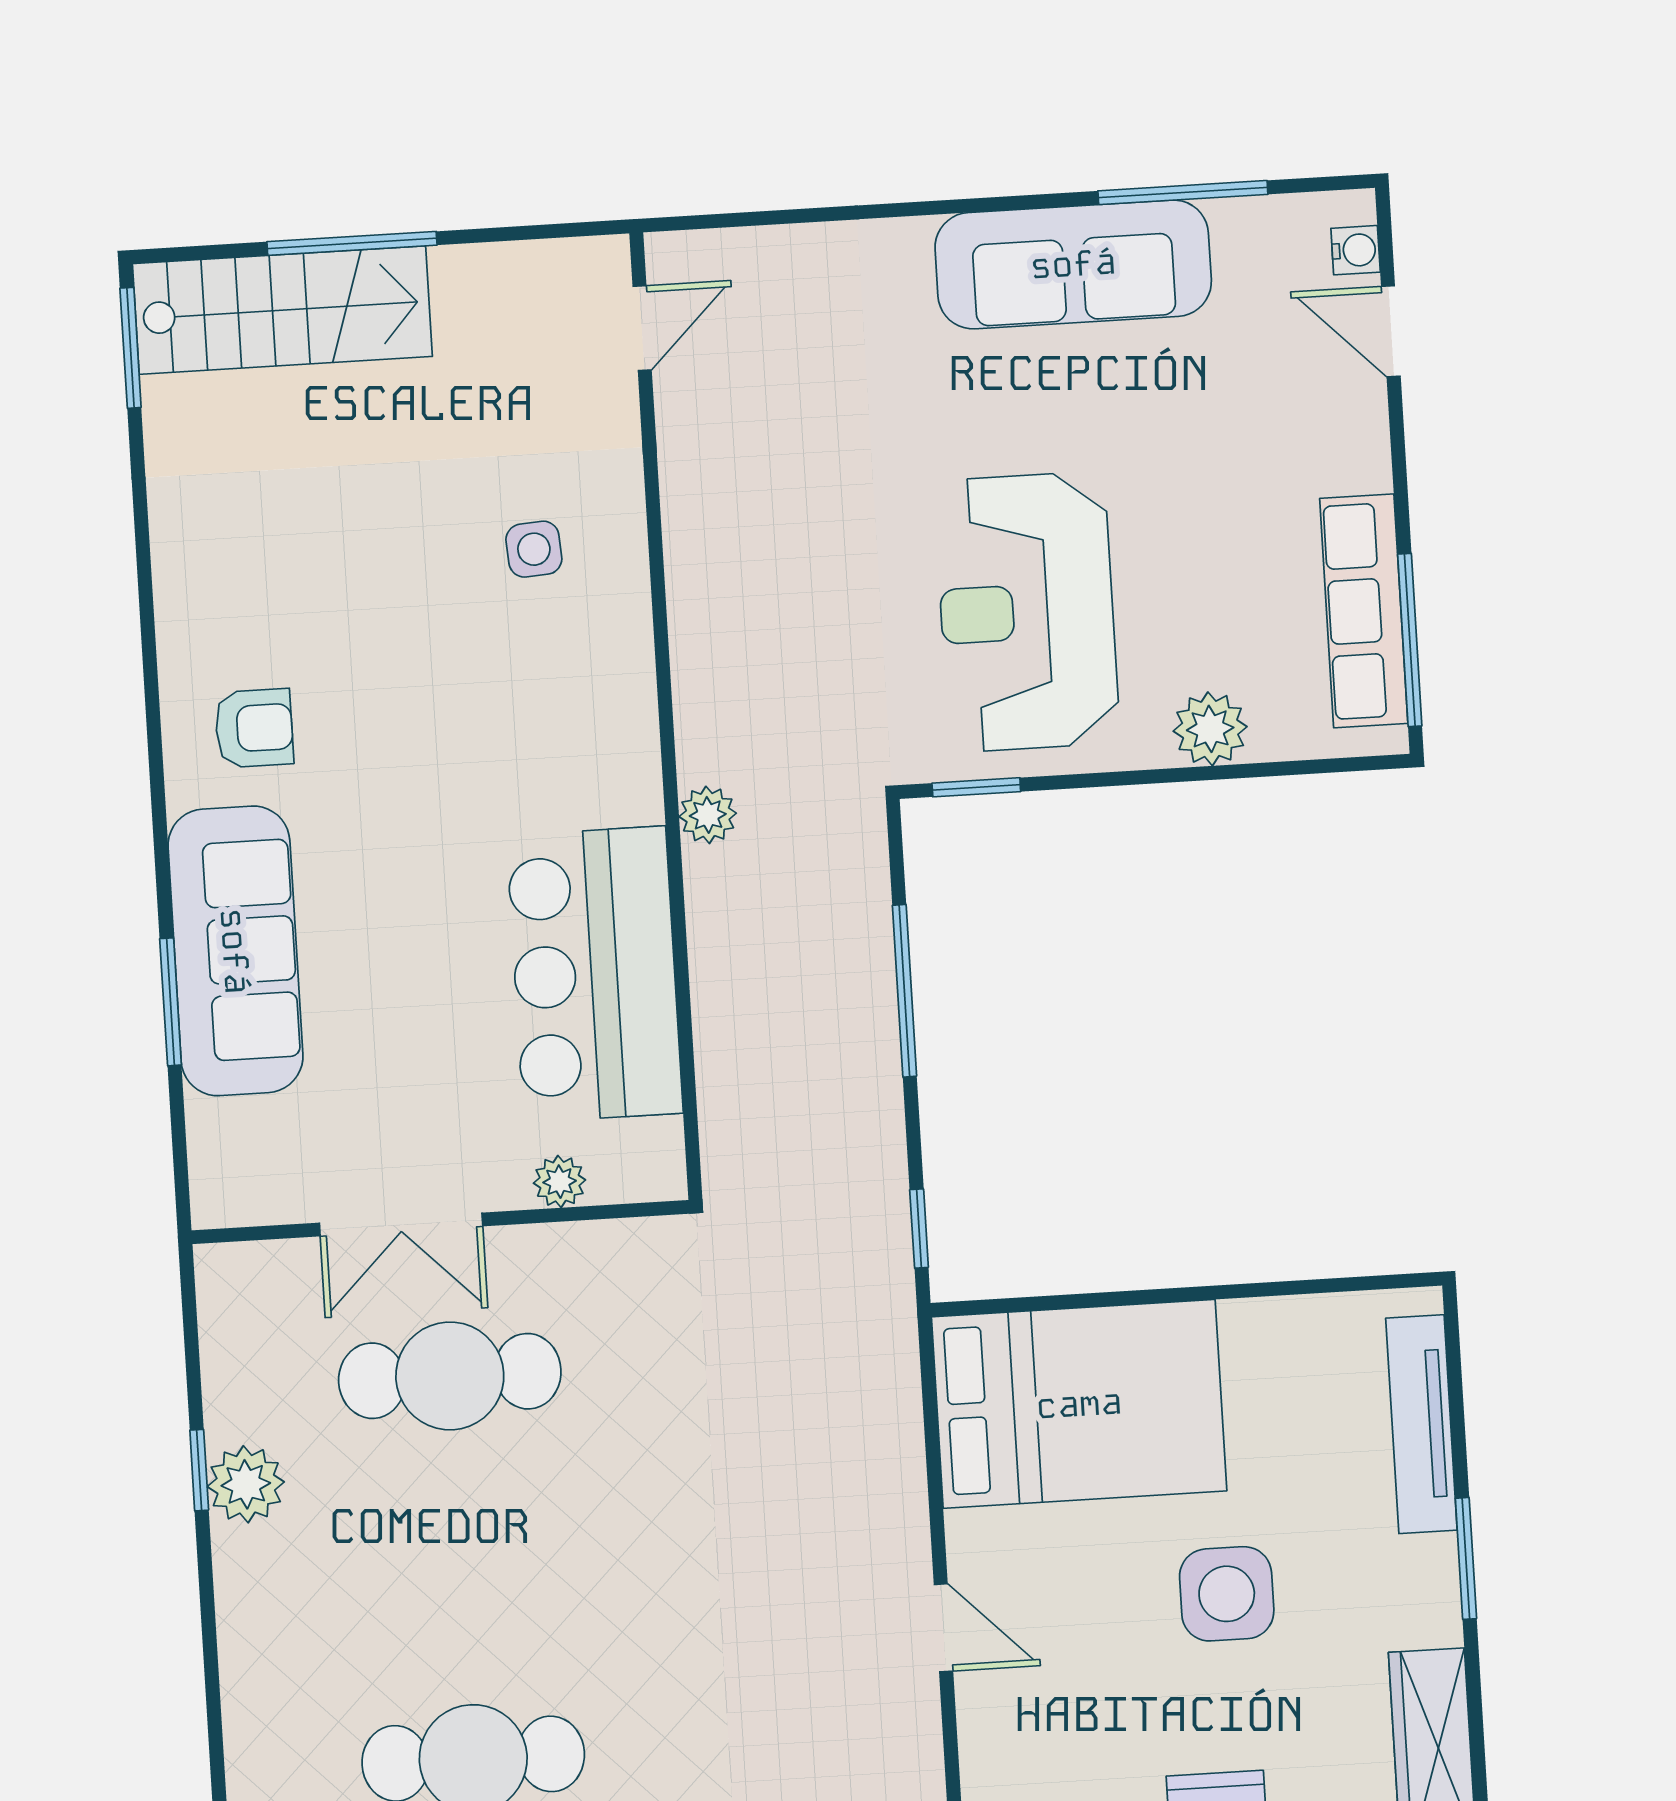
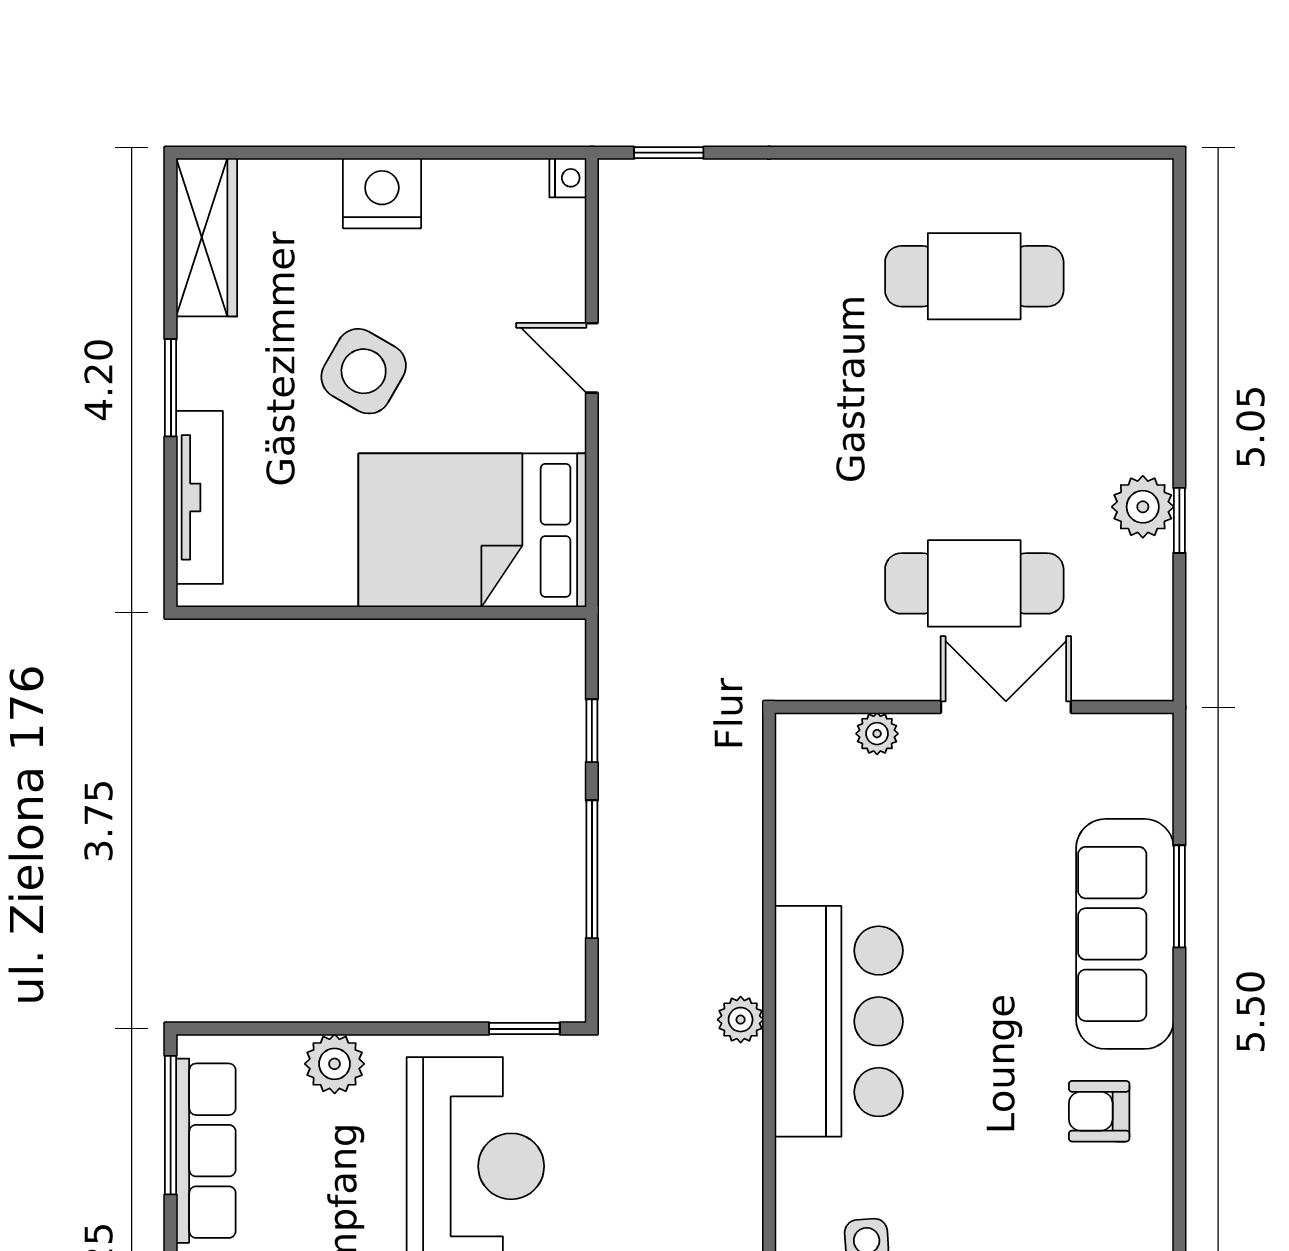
bar counter: (595, 974) -> (839, 1021), moved
window: (919, 1229) -> (592, 731), moved
side table: (1227, 1594) -> (364, 371), turned 30

